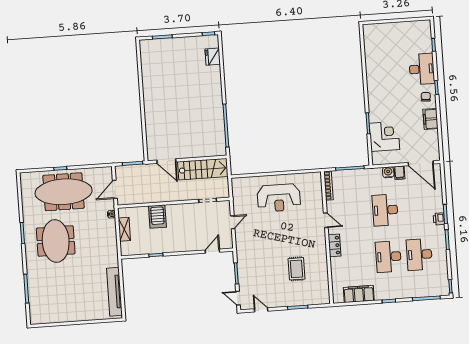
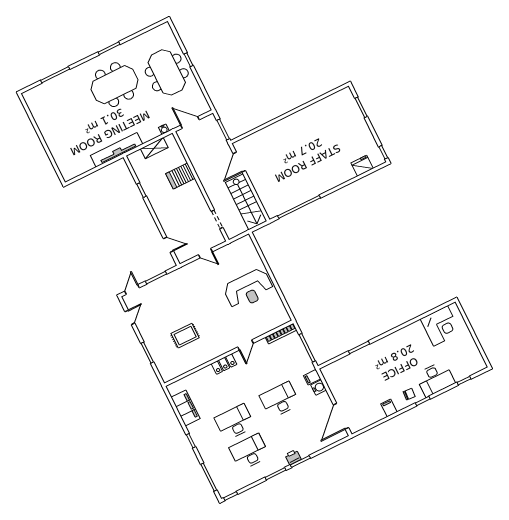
filing cabinet: (431, 119) -> (389, 408), width x0.50
corner desk: (384, 136) -> (441, 326), moved
filing cabinet: (400, 173) -> (312, 377), moved
meeting table: (64, 192) -> (167, 72), width x0.73
reception desk: (279, 198) -> (249, 289), turned -90
tv unit: (114, 292) -> (117, 150), moved

